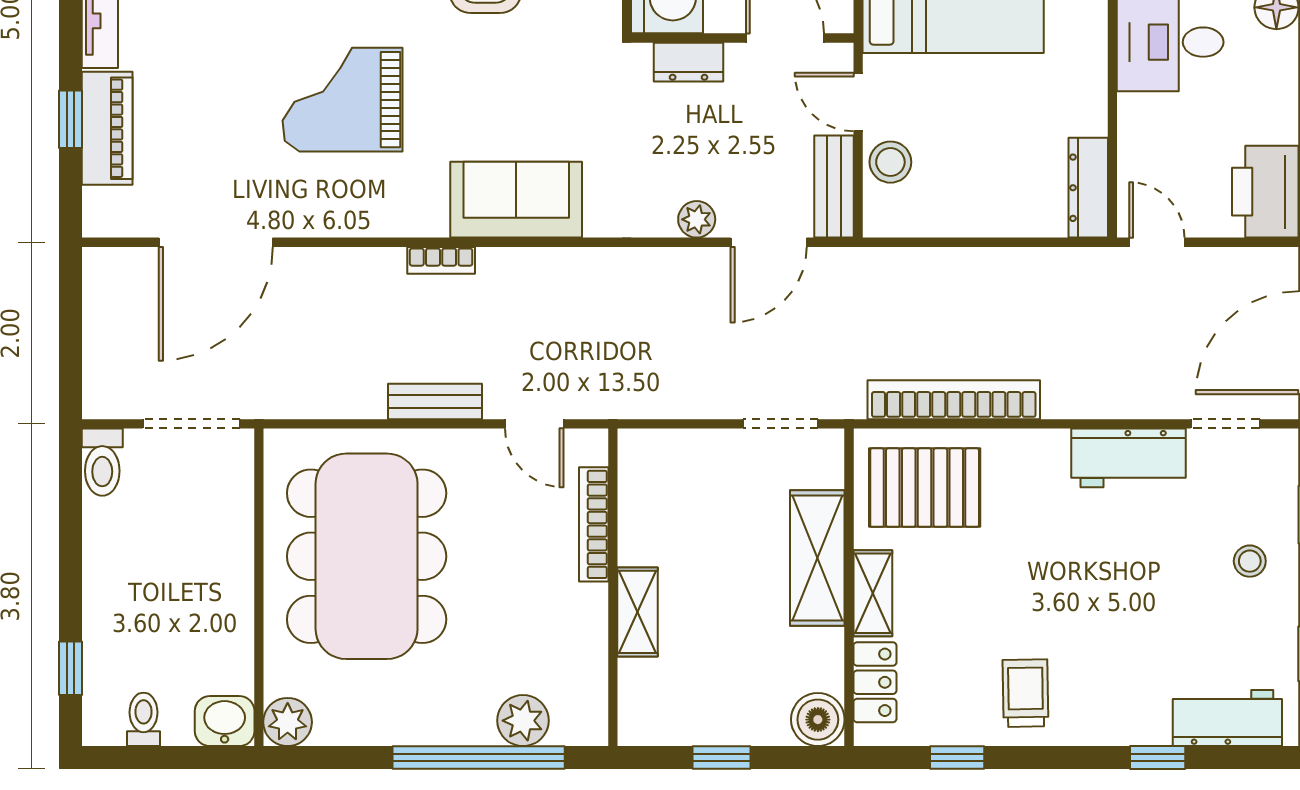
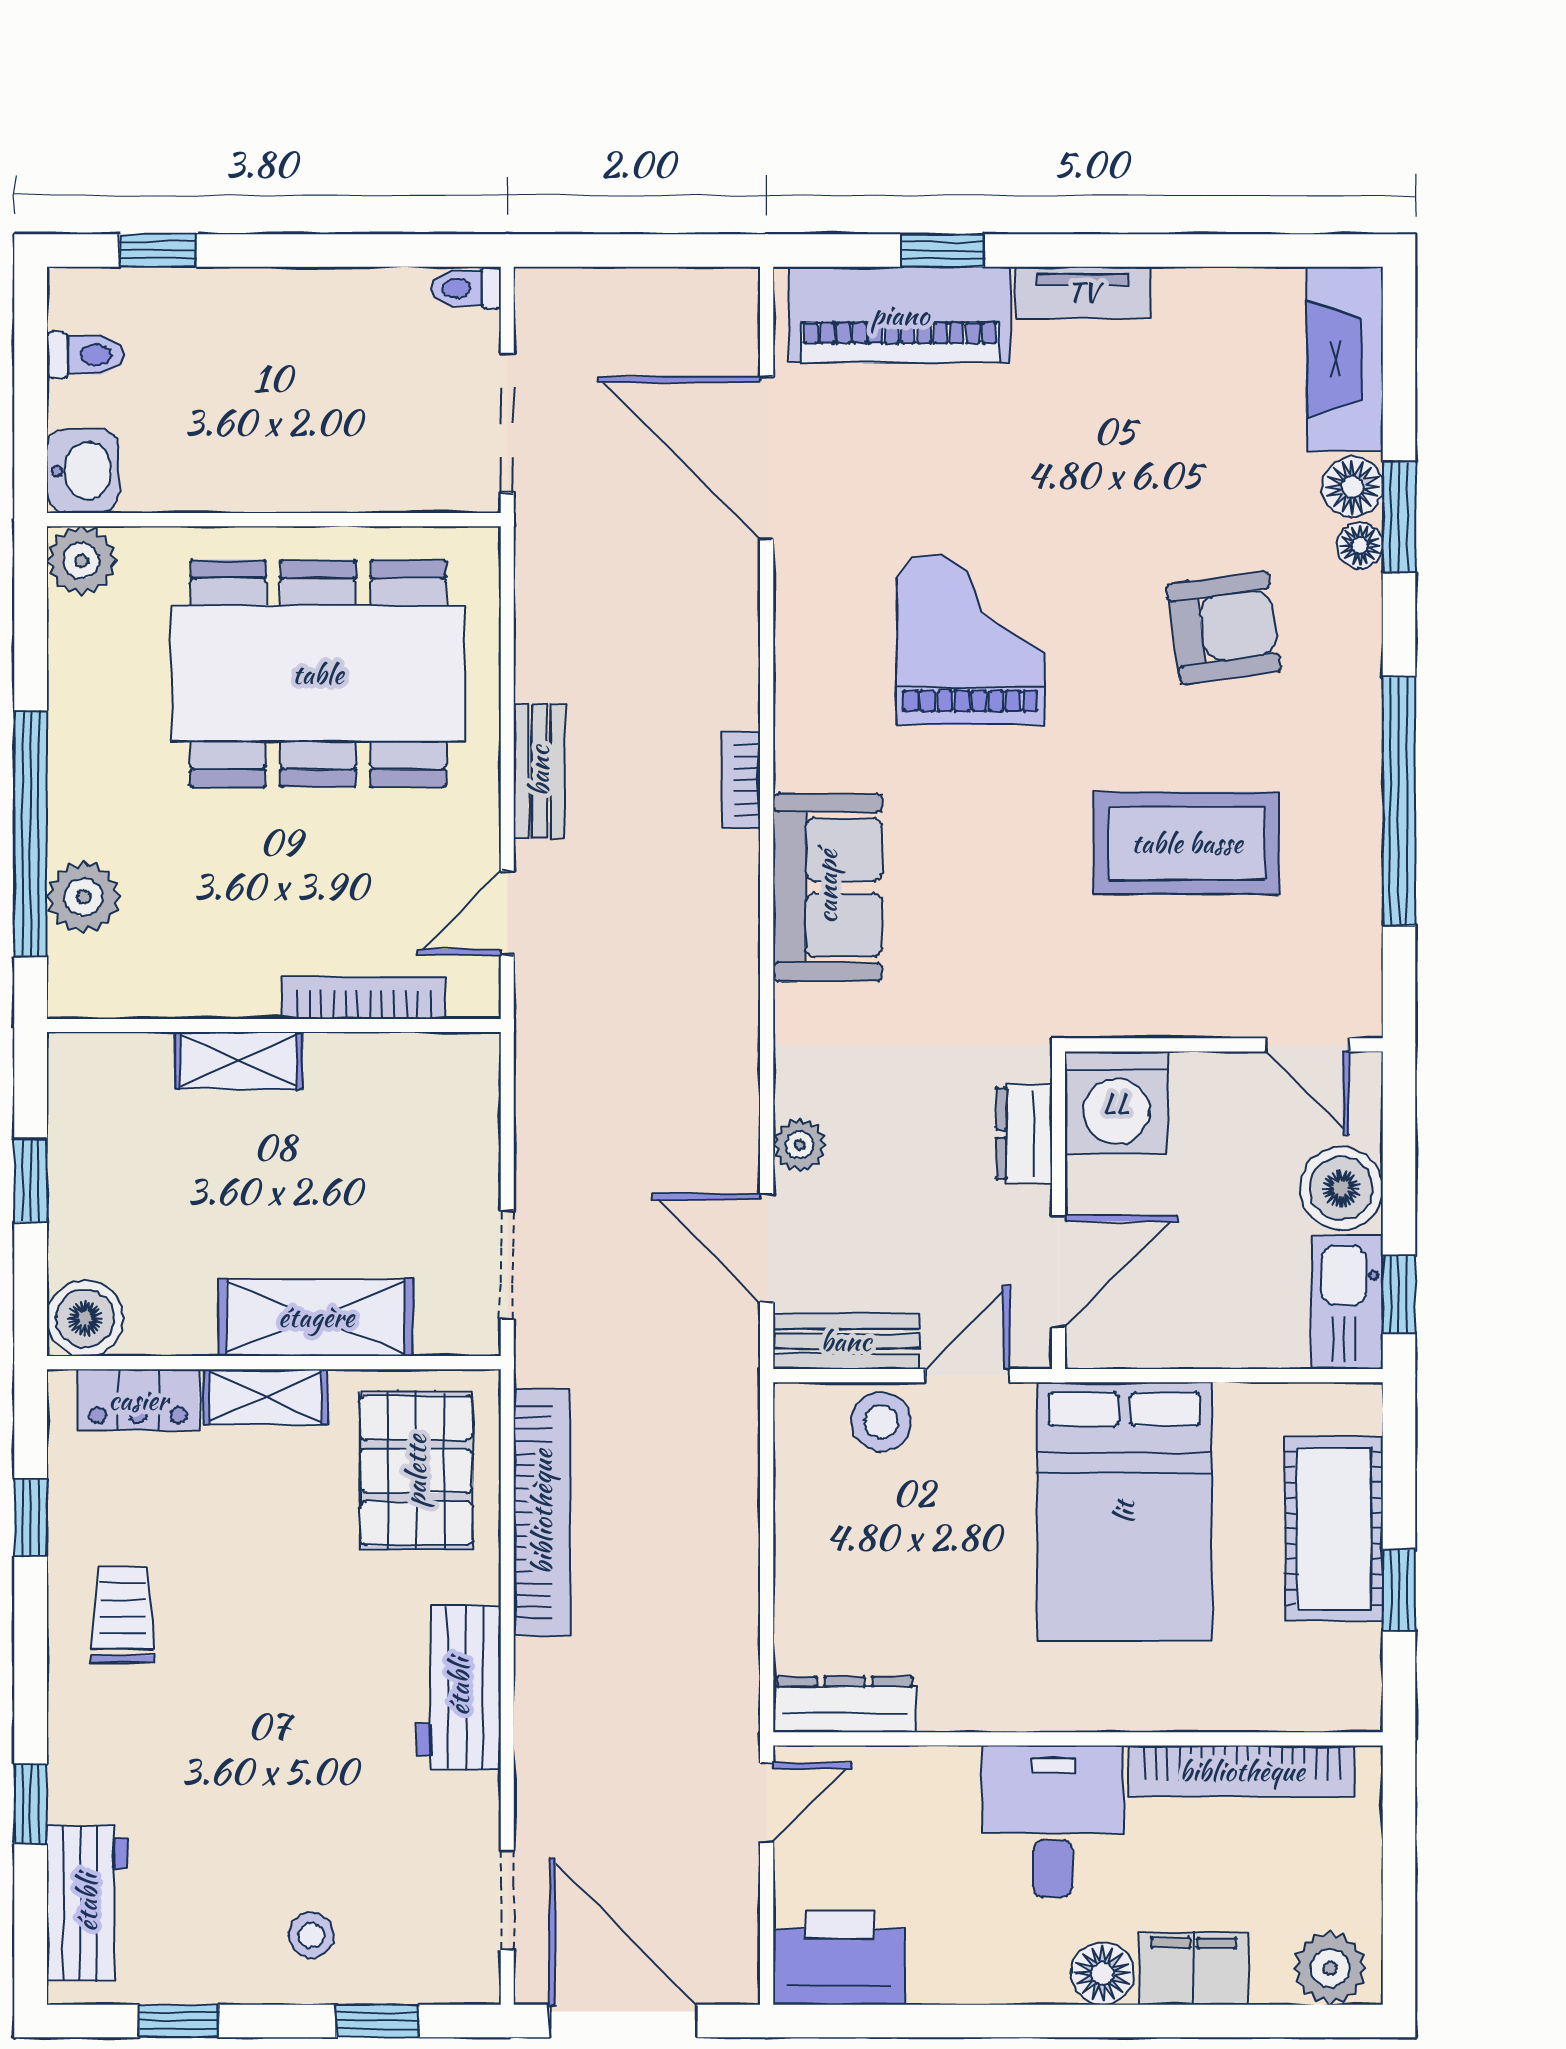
piano: (107, 128) -> (900, 315), width x1.37, depth x1.33
workbench: (1128, 458) -> (459, 1687), moved
toilet: (102, 462) -> (466, 288), width x0.73, depth x0.72
trolley: (1026, 693) -> (123, 1615), turned -89

